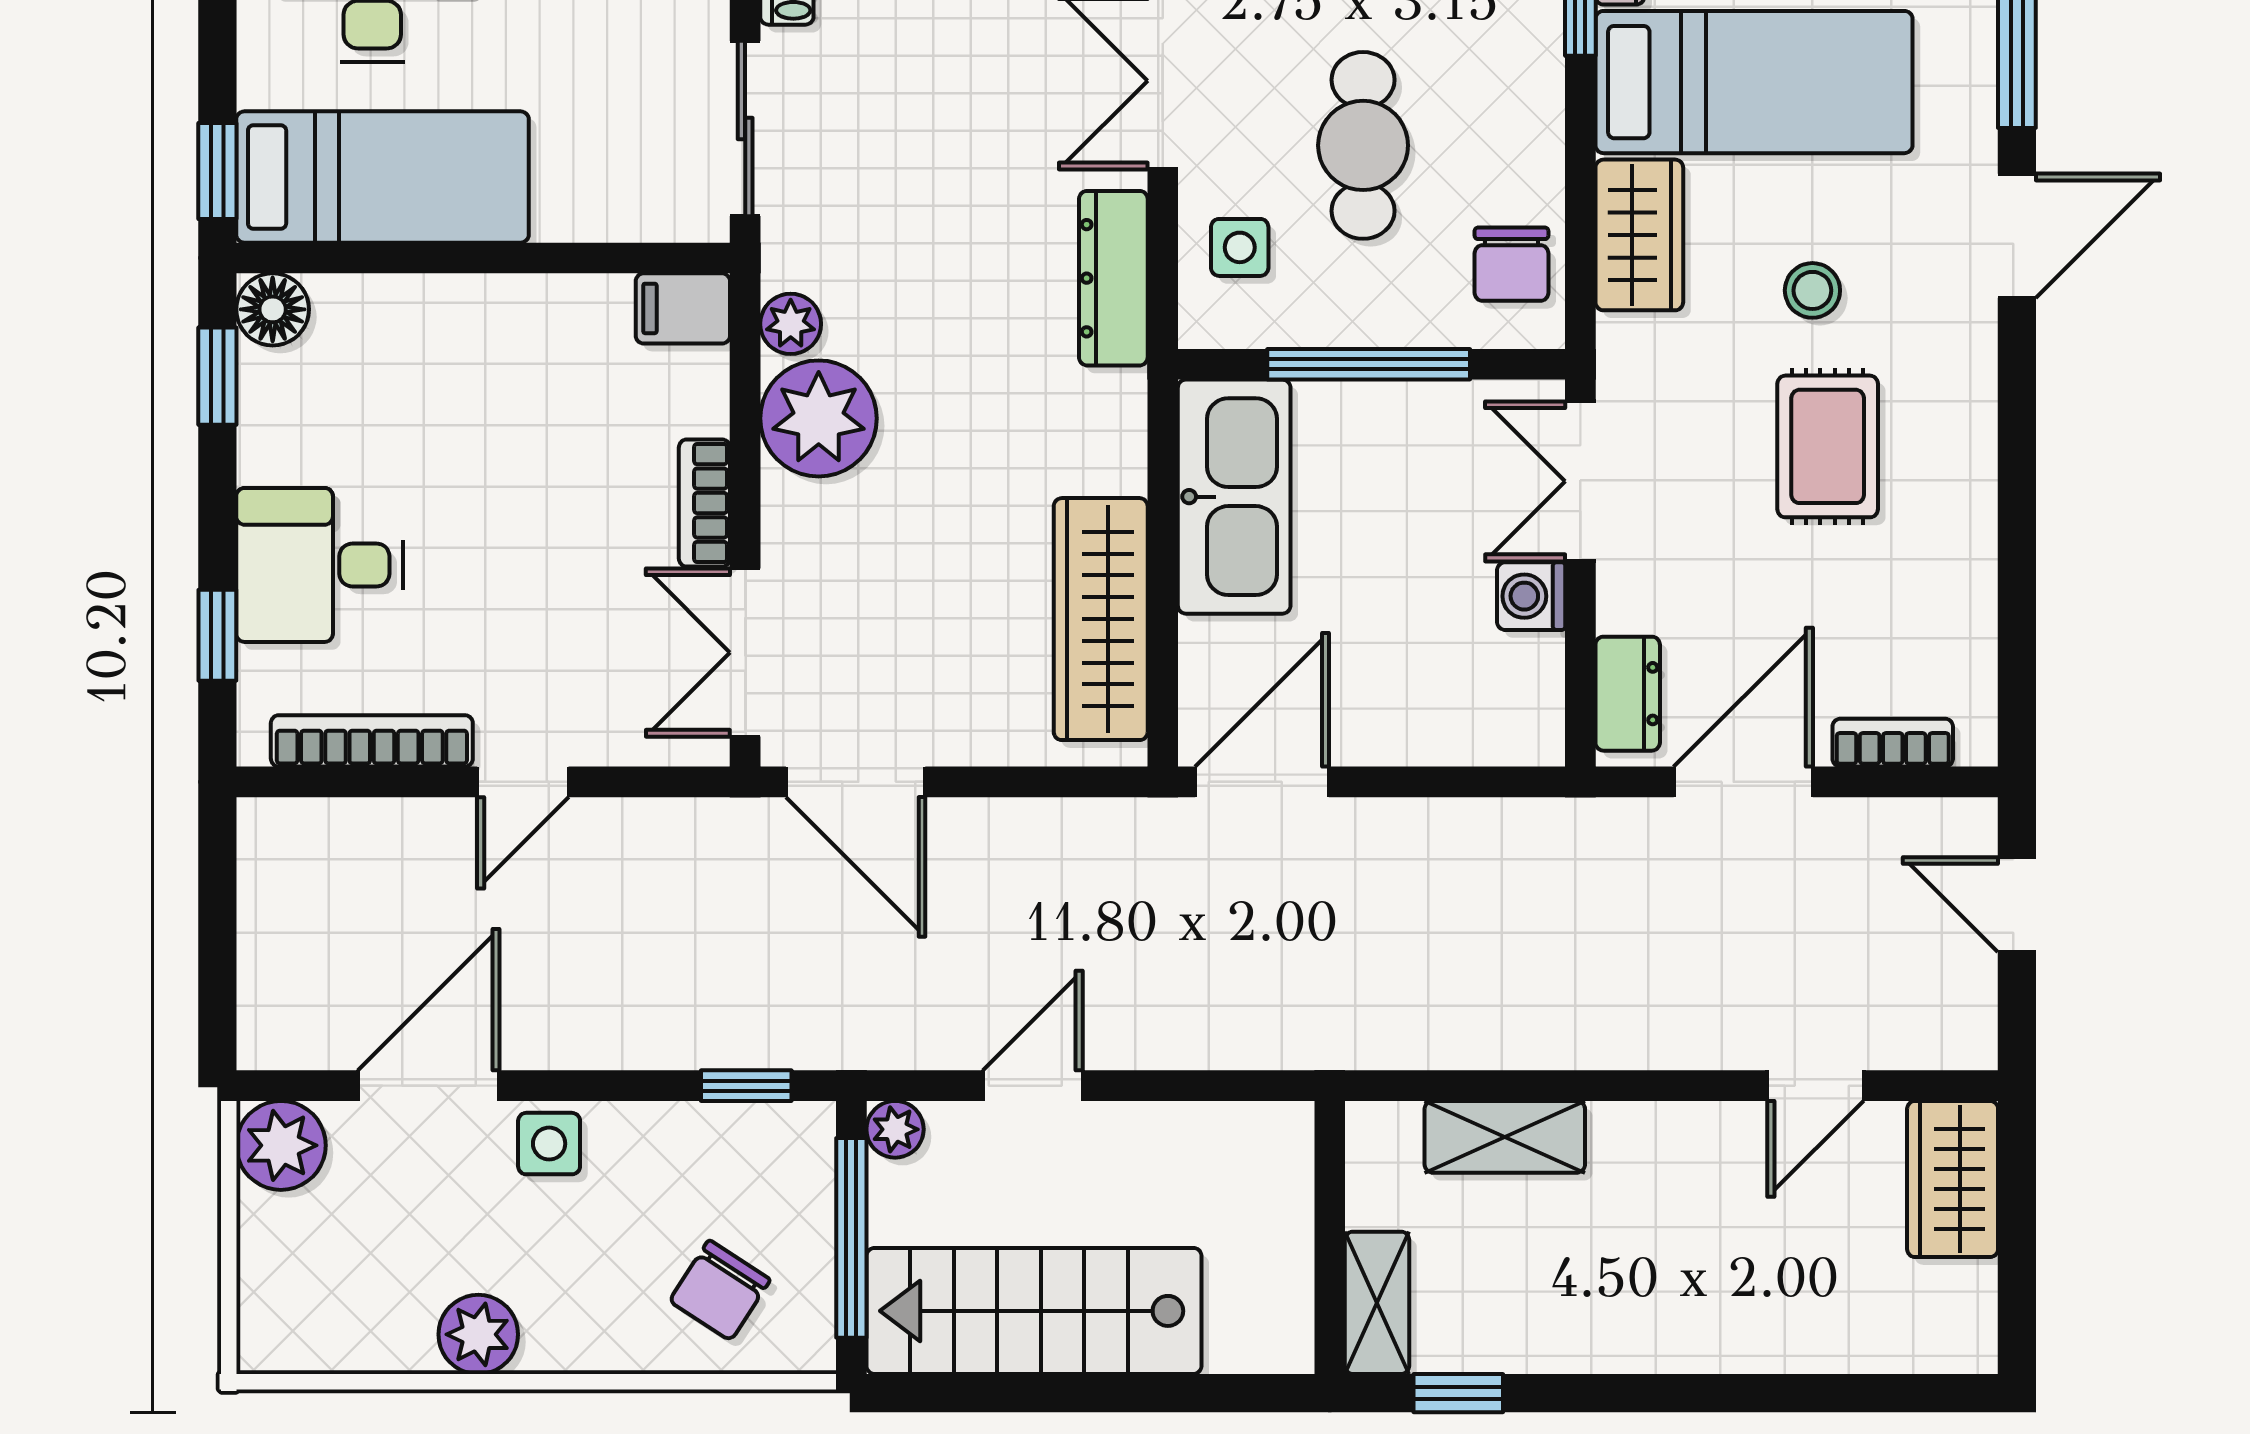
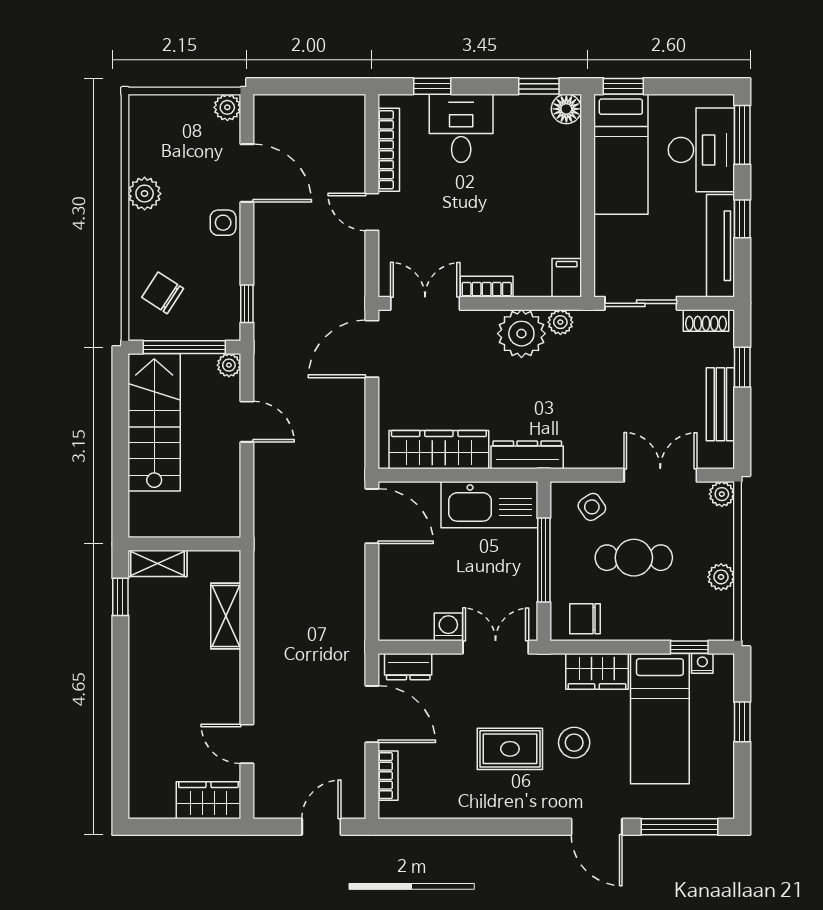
side table: (1240, 247) -> (592, 507), turned -35
dresser: (1113, 278) -> (527, 455), moved
stool: (1812, 290) -> (574, 743), width x1.37, depth x1.37
plant: (281, 1145) -> (227, 107), width x0.73, depth x0.73

